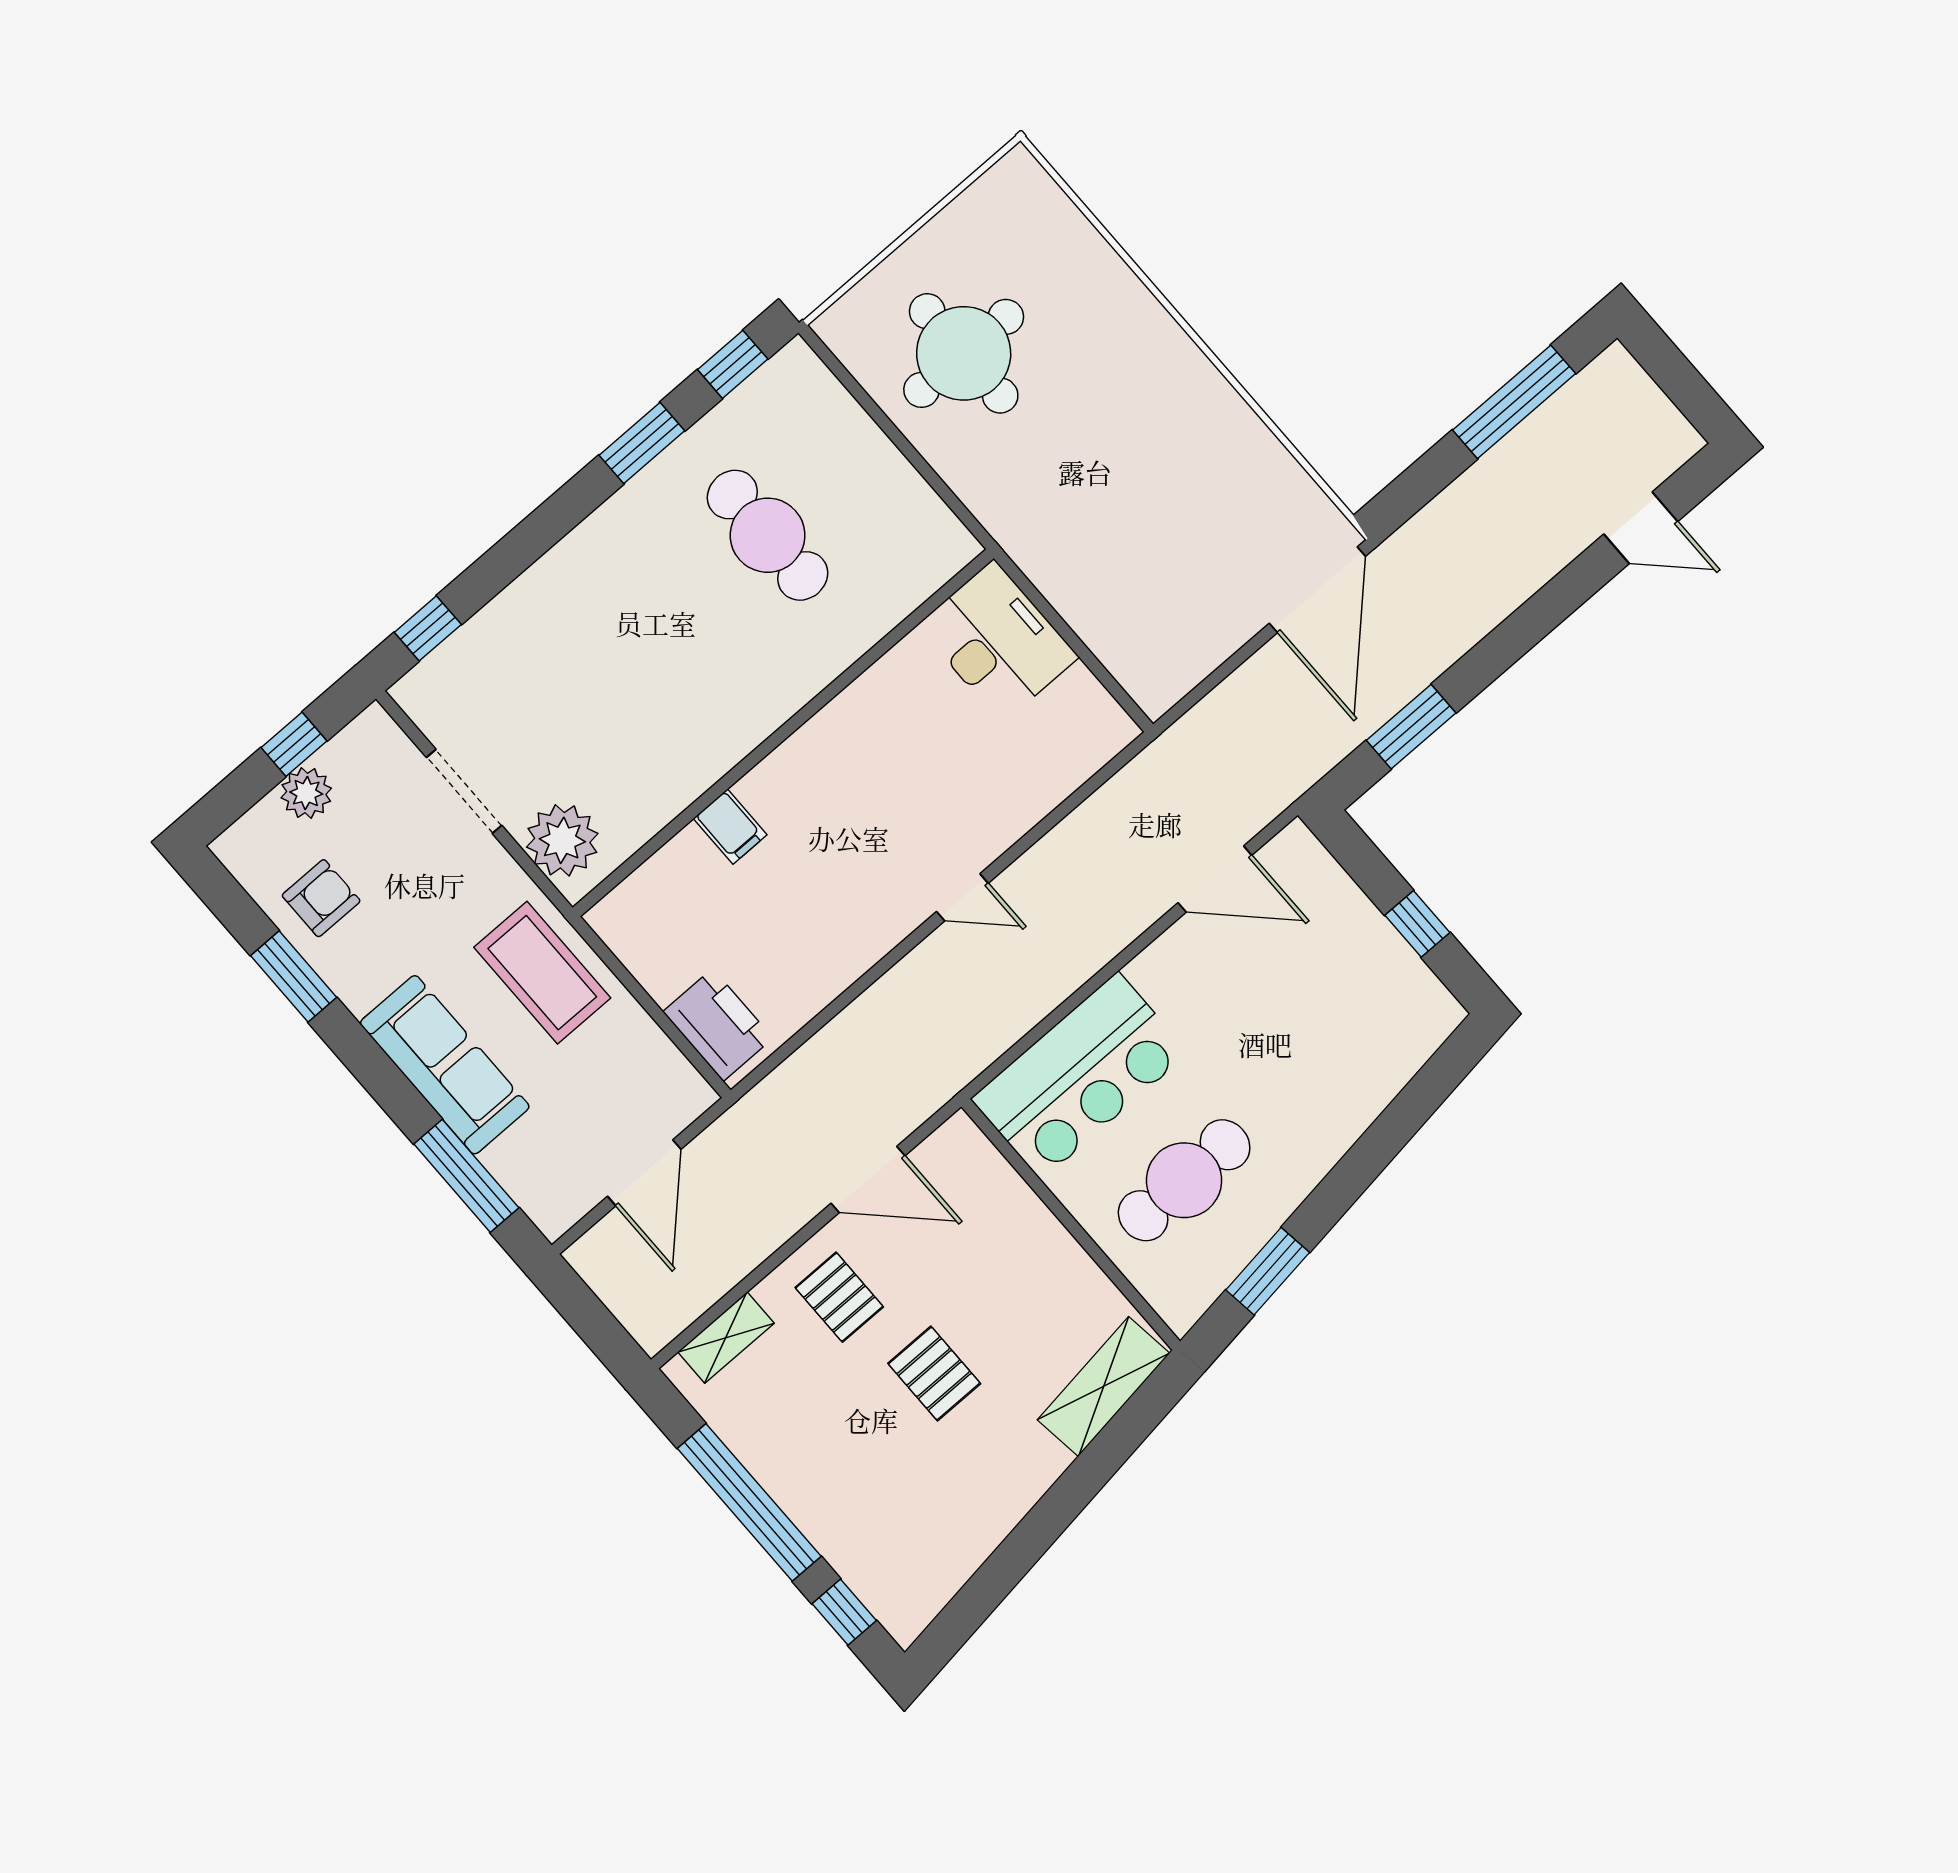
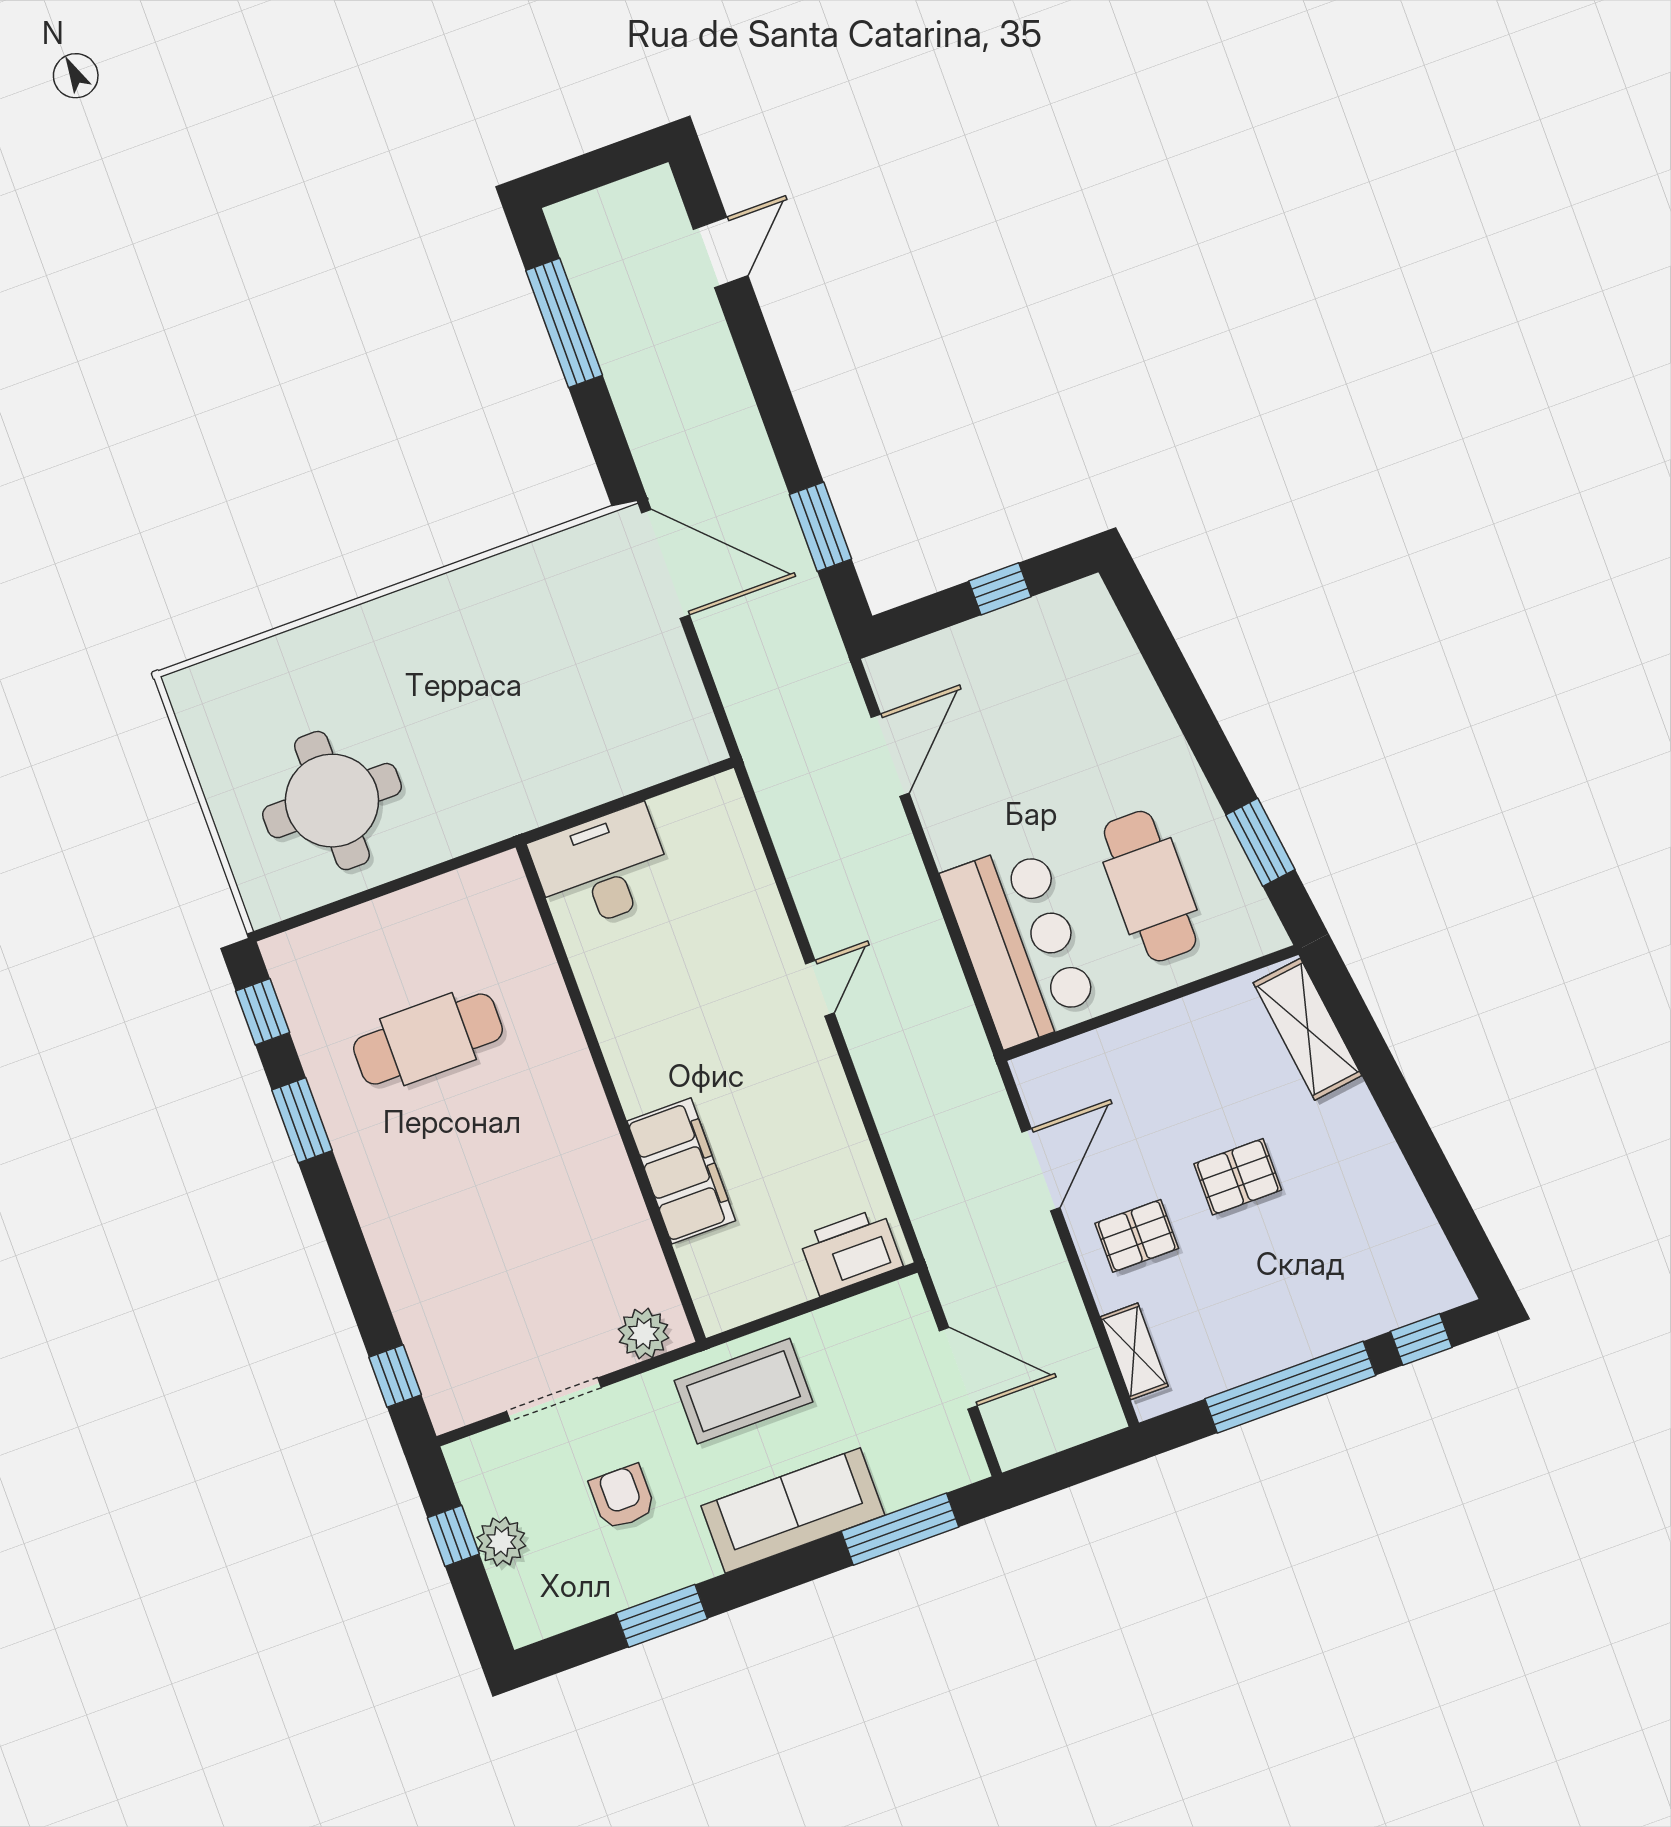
filing cabinet: (730, 827) -> (681, 1171), width x3.00, depth x1.17
plant: (562, 840) -> (644, 1333), width x0.73, depth x0.73
armchair: (321, 898) -> (622, 1497), moved

